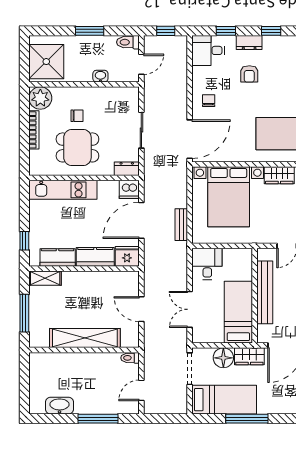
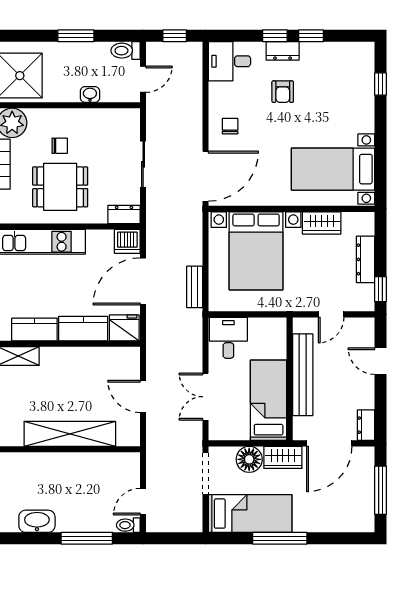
window: (226, 31) -> (275, 36), moved
toilet: (130, 358) -> (128, 525), moved

